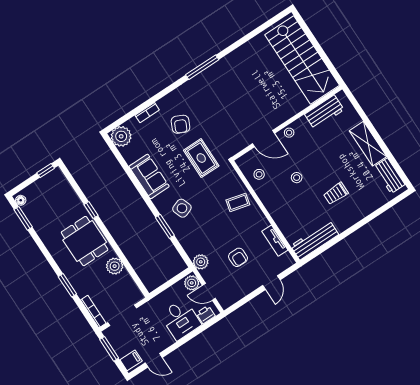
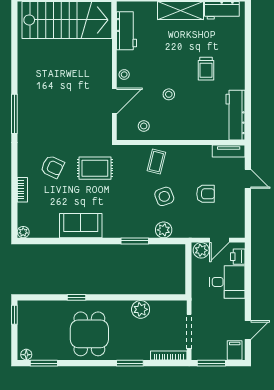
plant: (121, 136) -> (23, 232), width x0.53, depth x0.53
side table: (182, 208) -> (164, 196), moved
dining table: (85, 241) -> (89, 334), moved, turned 90
tv unit: (275, 241) -> (229, 151), moved
plant: (201, 262) -> (164, 230), moved

